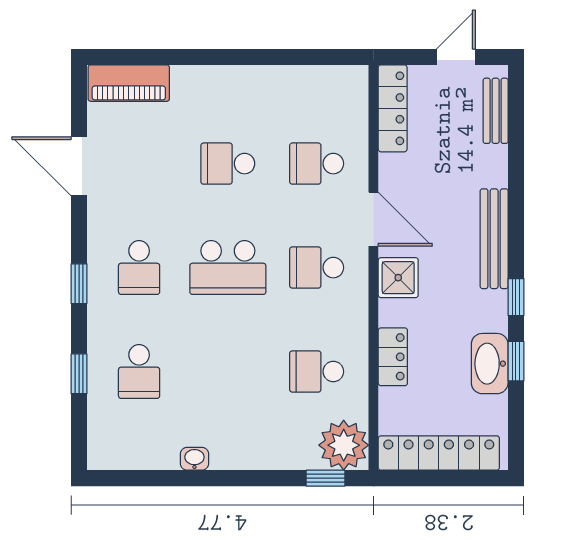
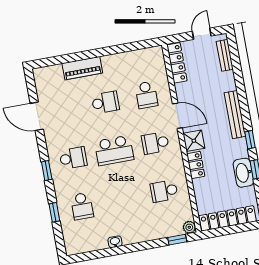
piano: (129, 83) -> (82, 68), moved
school desk: (228, 164) -> (105, 102), turned 180
school desk: (317, 164) -> (146, 95), turned -90
school desk: (139, 268) -> (73, 158), turned -90
locker: (393, 357) -> (196, 165), moved
plant: (344, 445) -> (189, 227), width x0.53, depth x0.53

